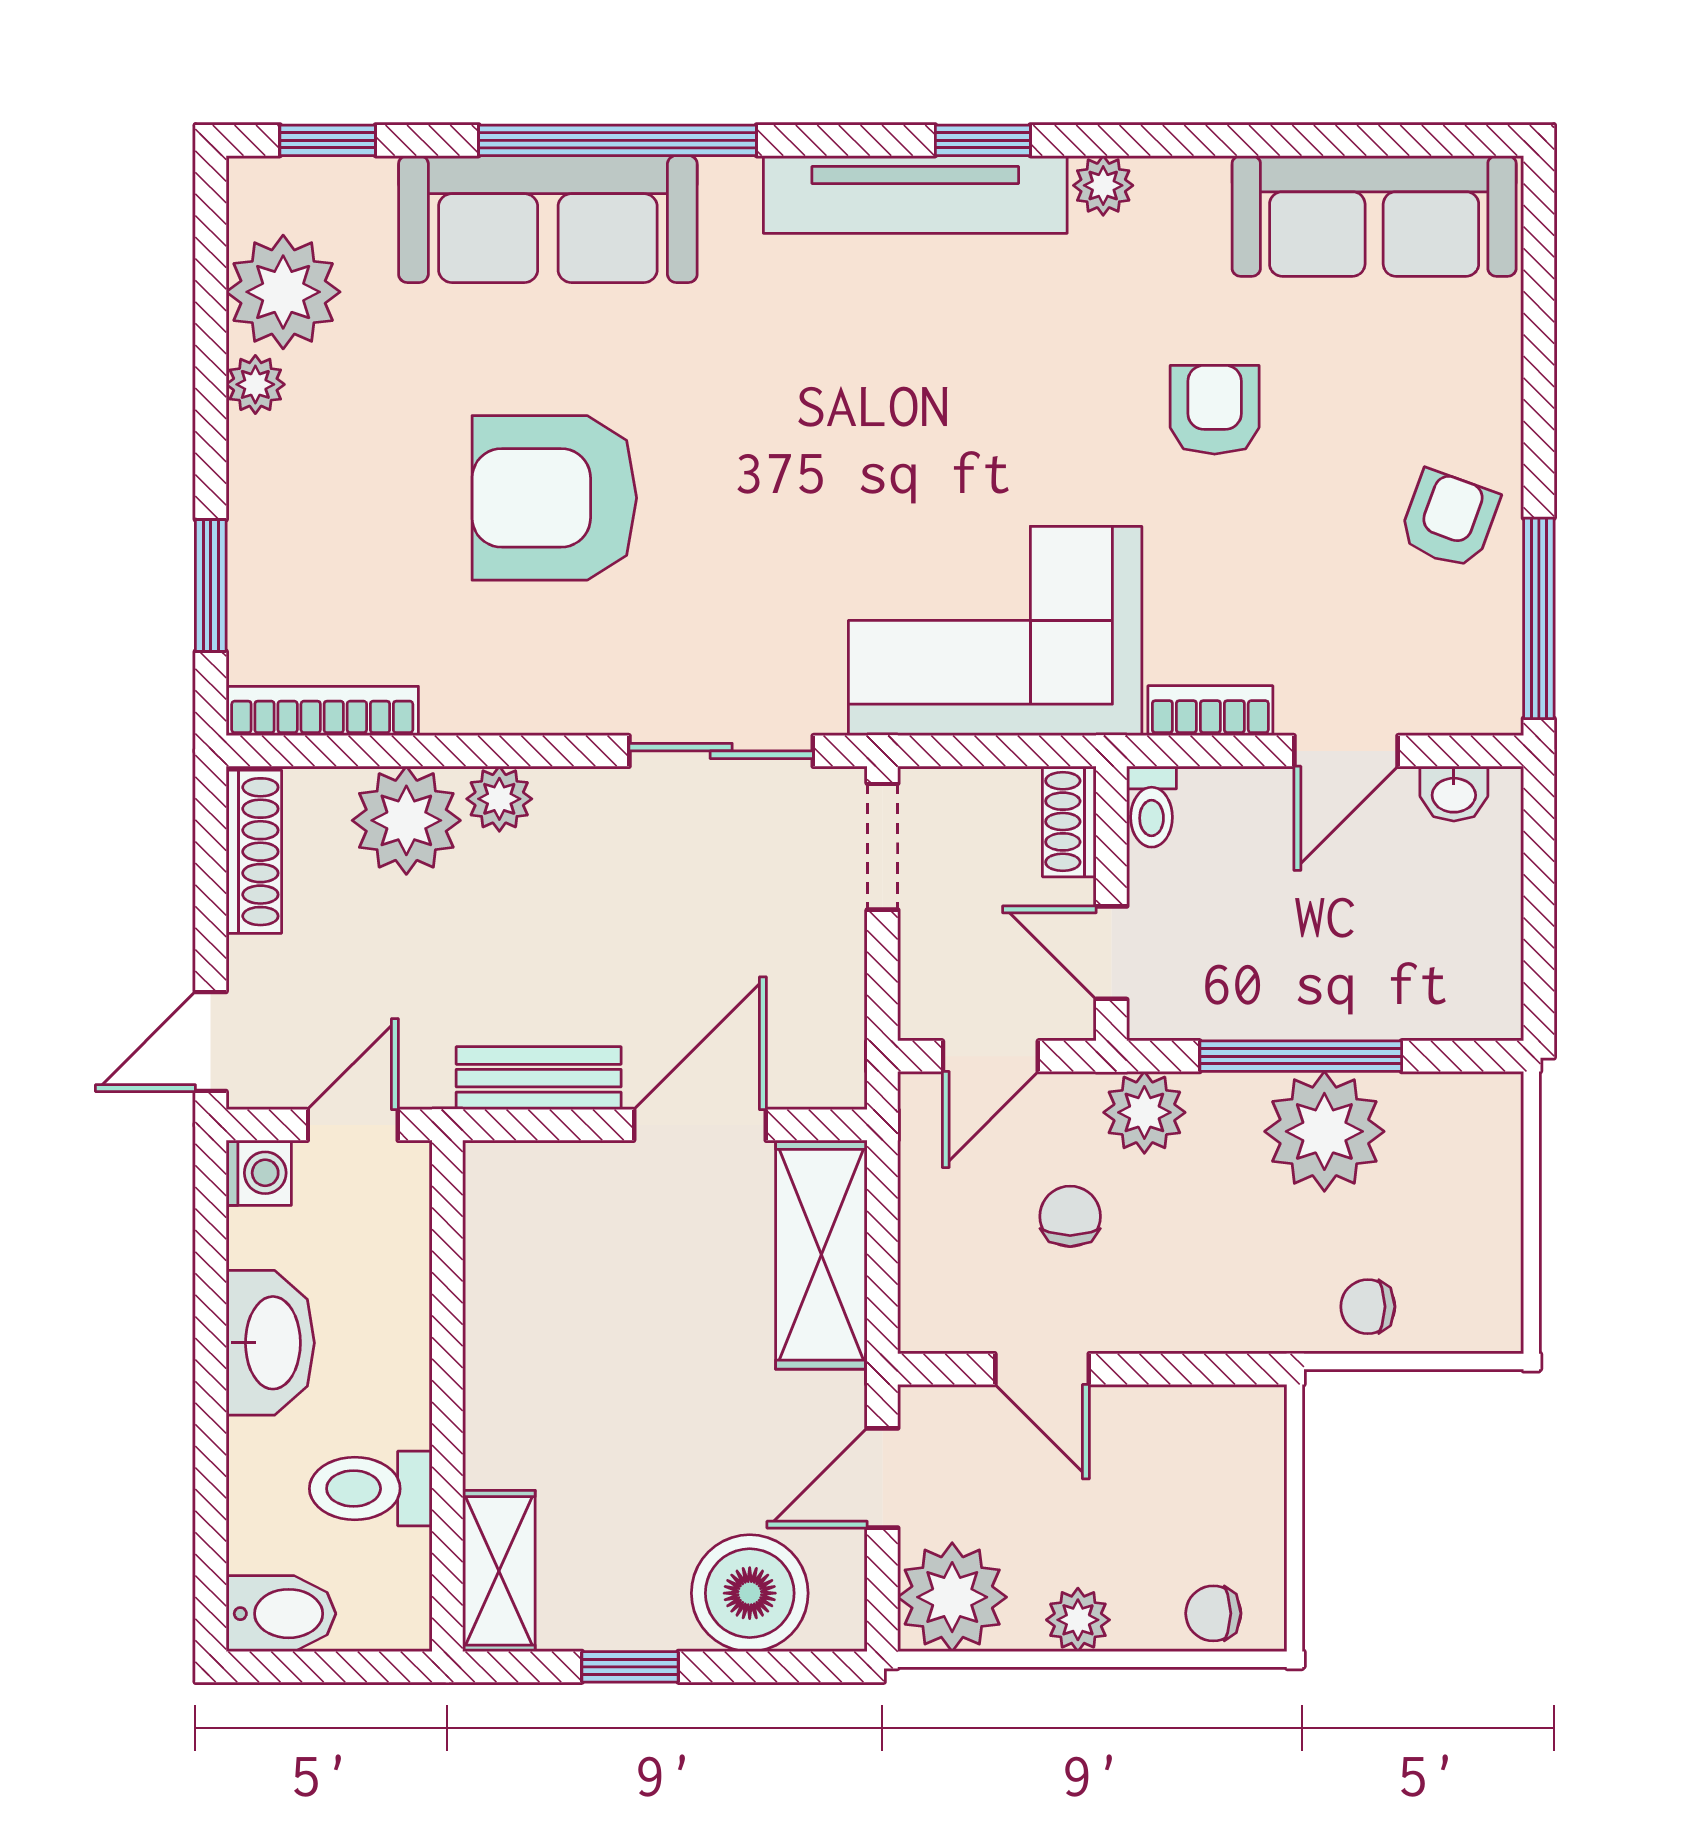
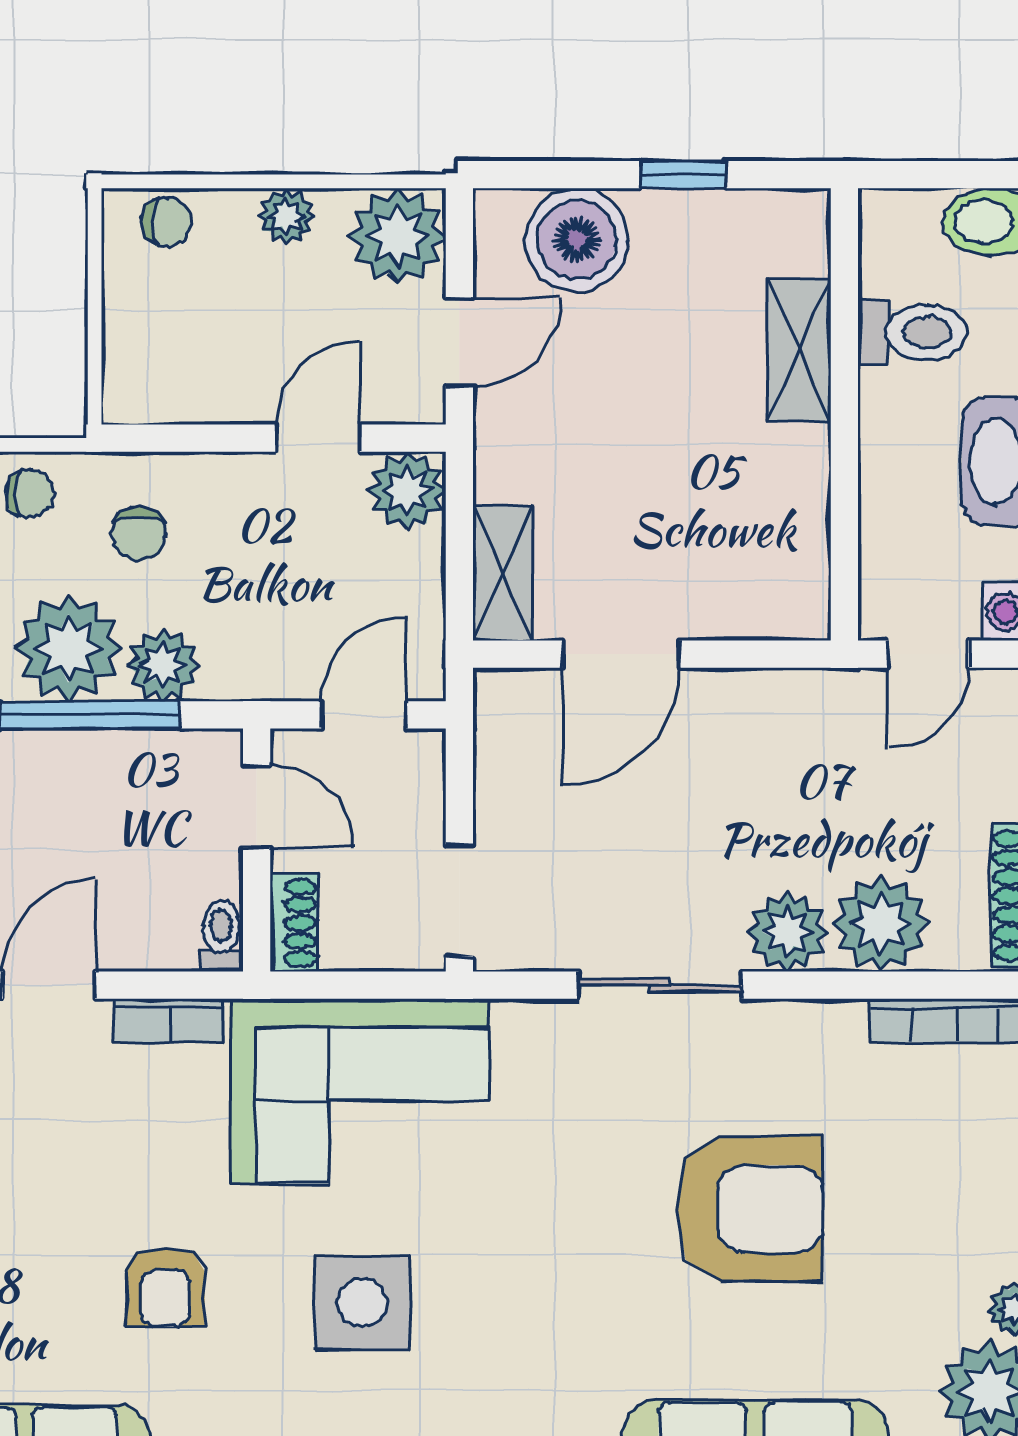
side table: (992, 392) -> (362, 1303), added
sliding door: (721, 751) -> (660, 985), moved
plant: (499, 799) -> (788, 932), width x1.38, depth x1.38
bench: (539, 1078) -> (764, 696), removed
plant: (1144, 1112) -> (163, 665), moved
chair: (1070, 1216) -> (138, 534), moved
shelving: (821, 1255) -> (503, 573), width x0.67, depth x0.75
plant: (941, 1310) -> (407, 490), added
door: (1042, 1369) -> (318, 438), hinge flipped
shelving: (499, 1571) -> (799, 350), moved

